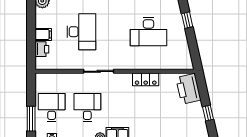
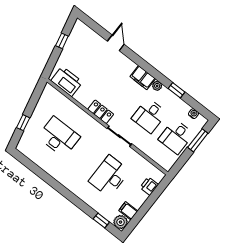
filing cabinet: (43, 35) -> (128, 211), moved
locker: (146, 79) -> (101, 112), moved
printer: (188, 89) -> (67, 81), moved, turned -77

